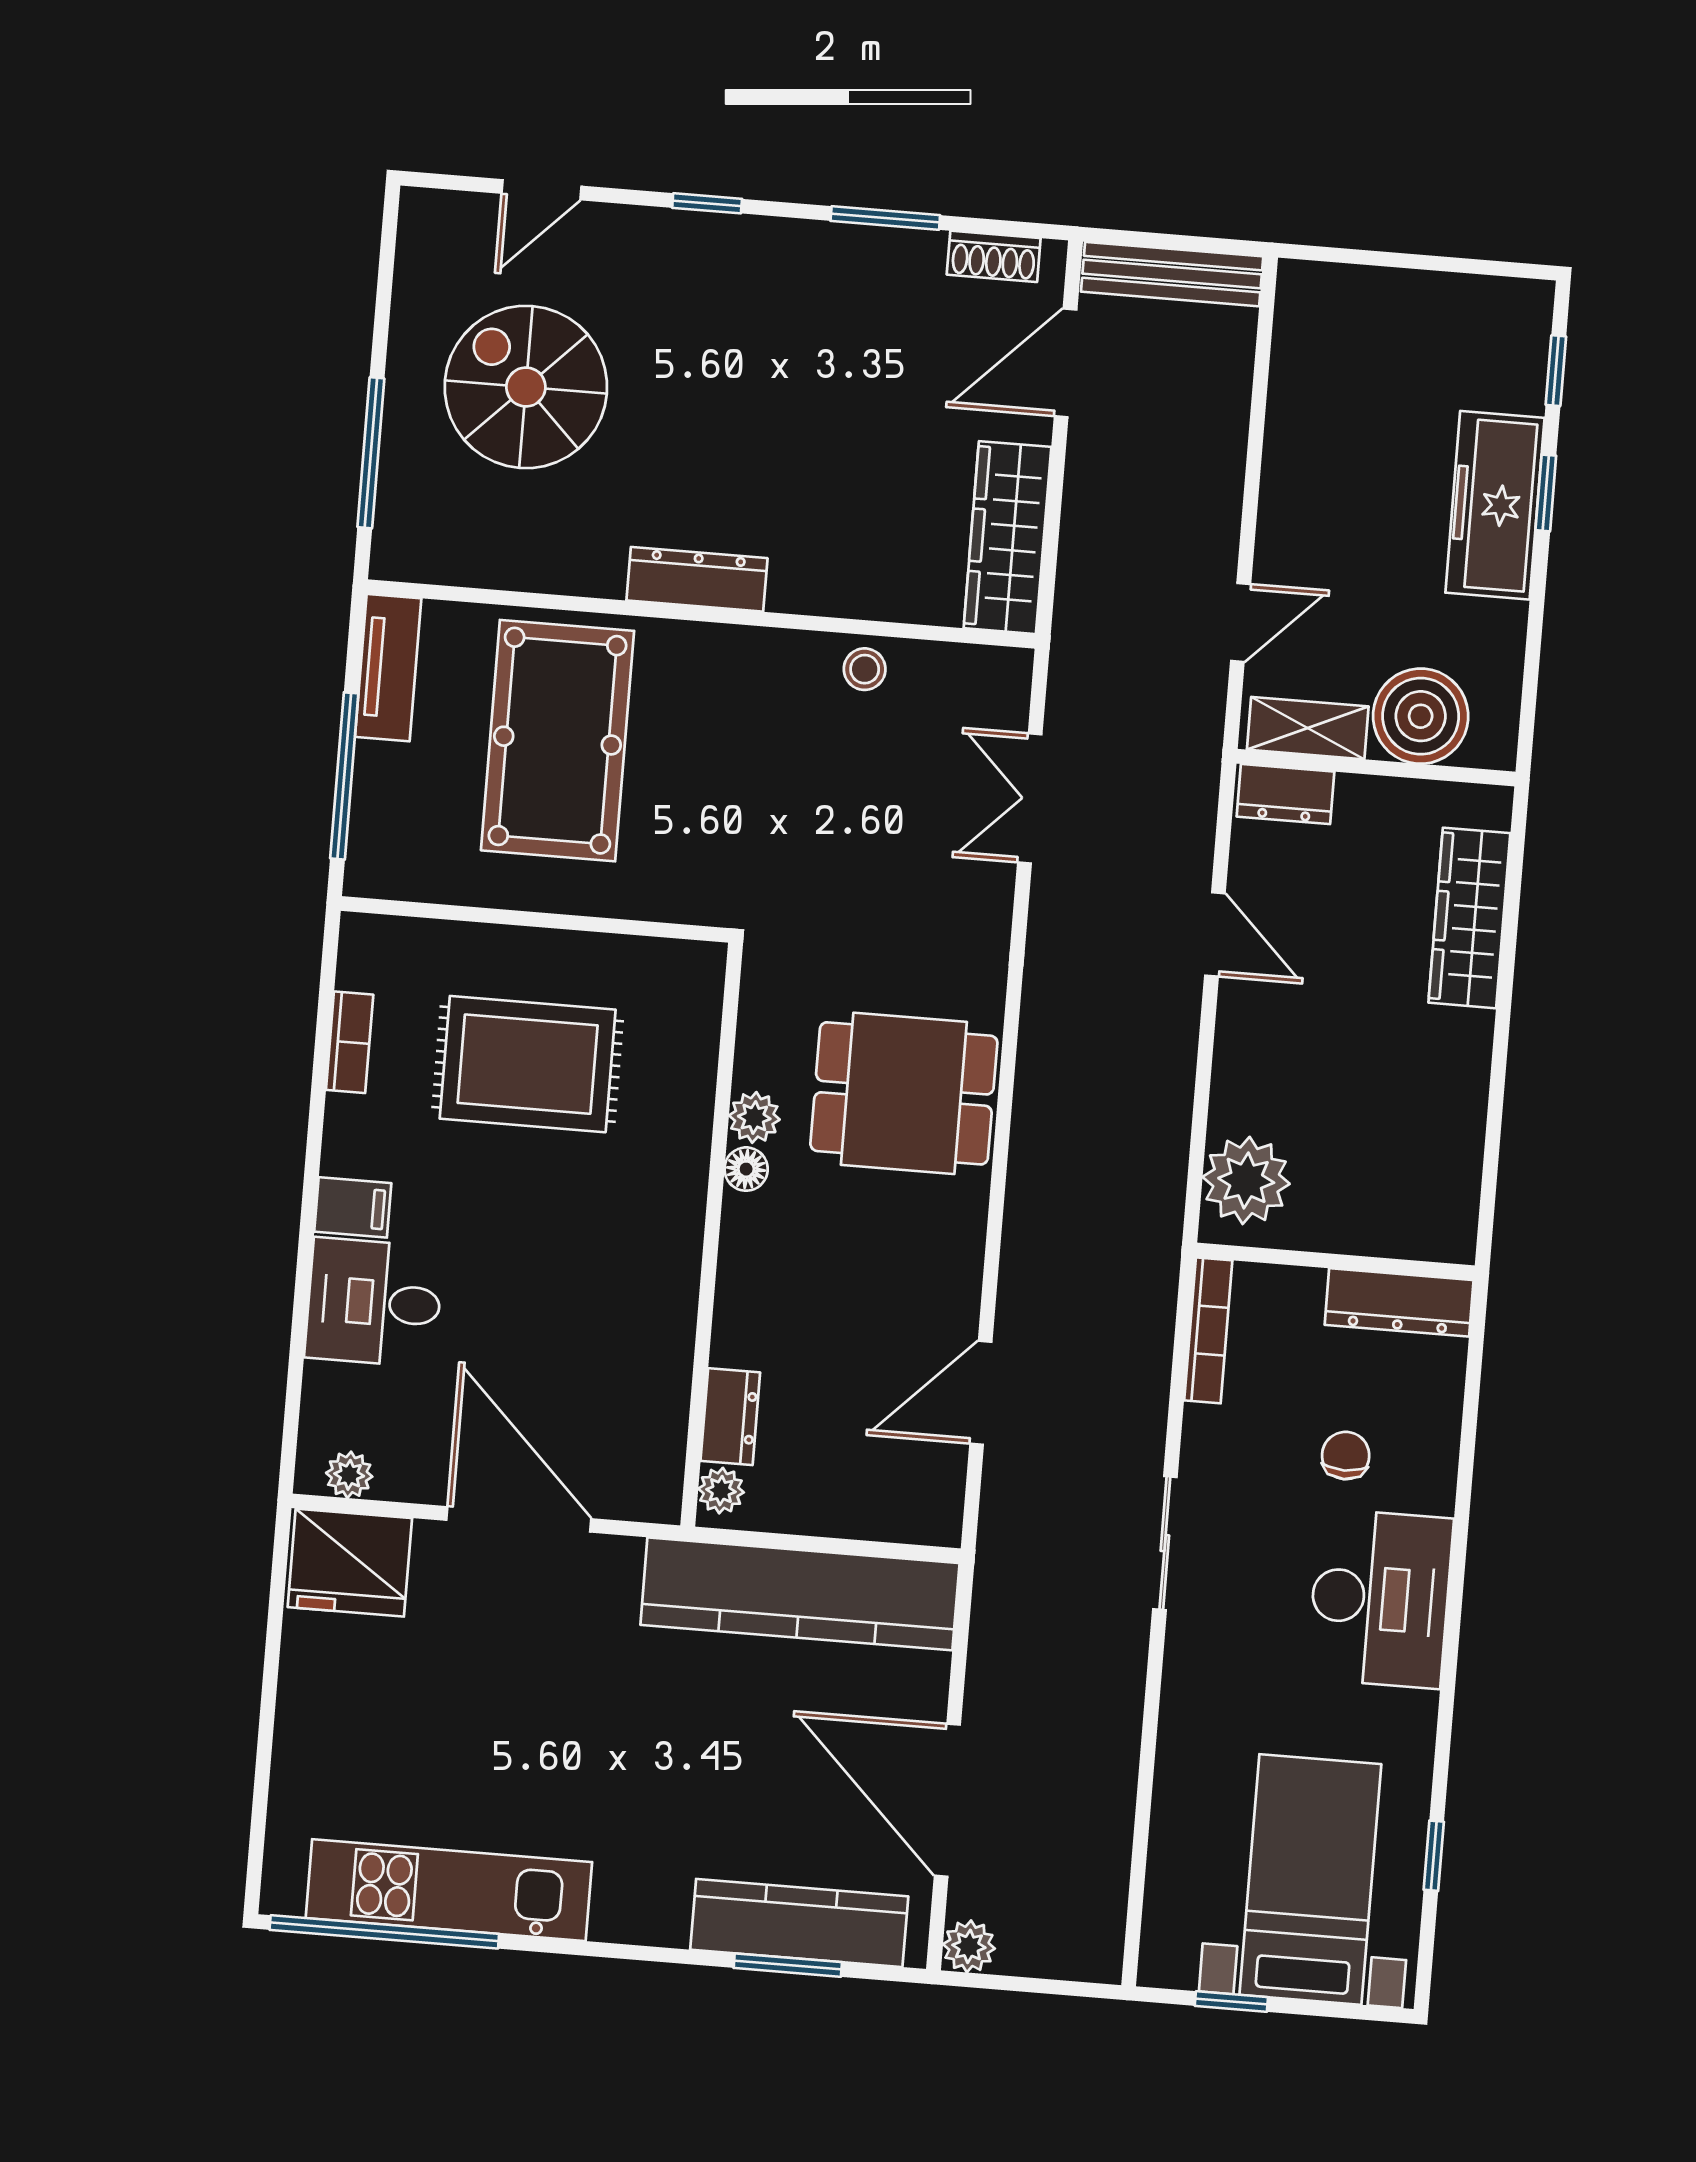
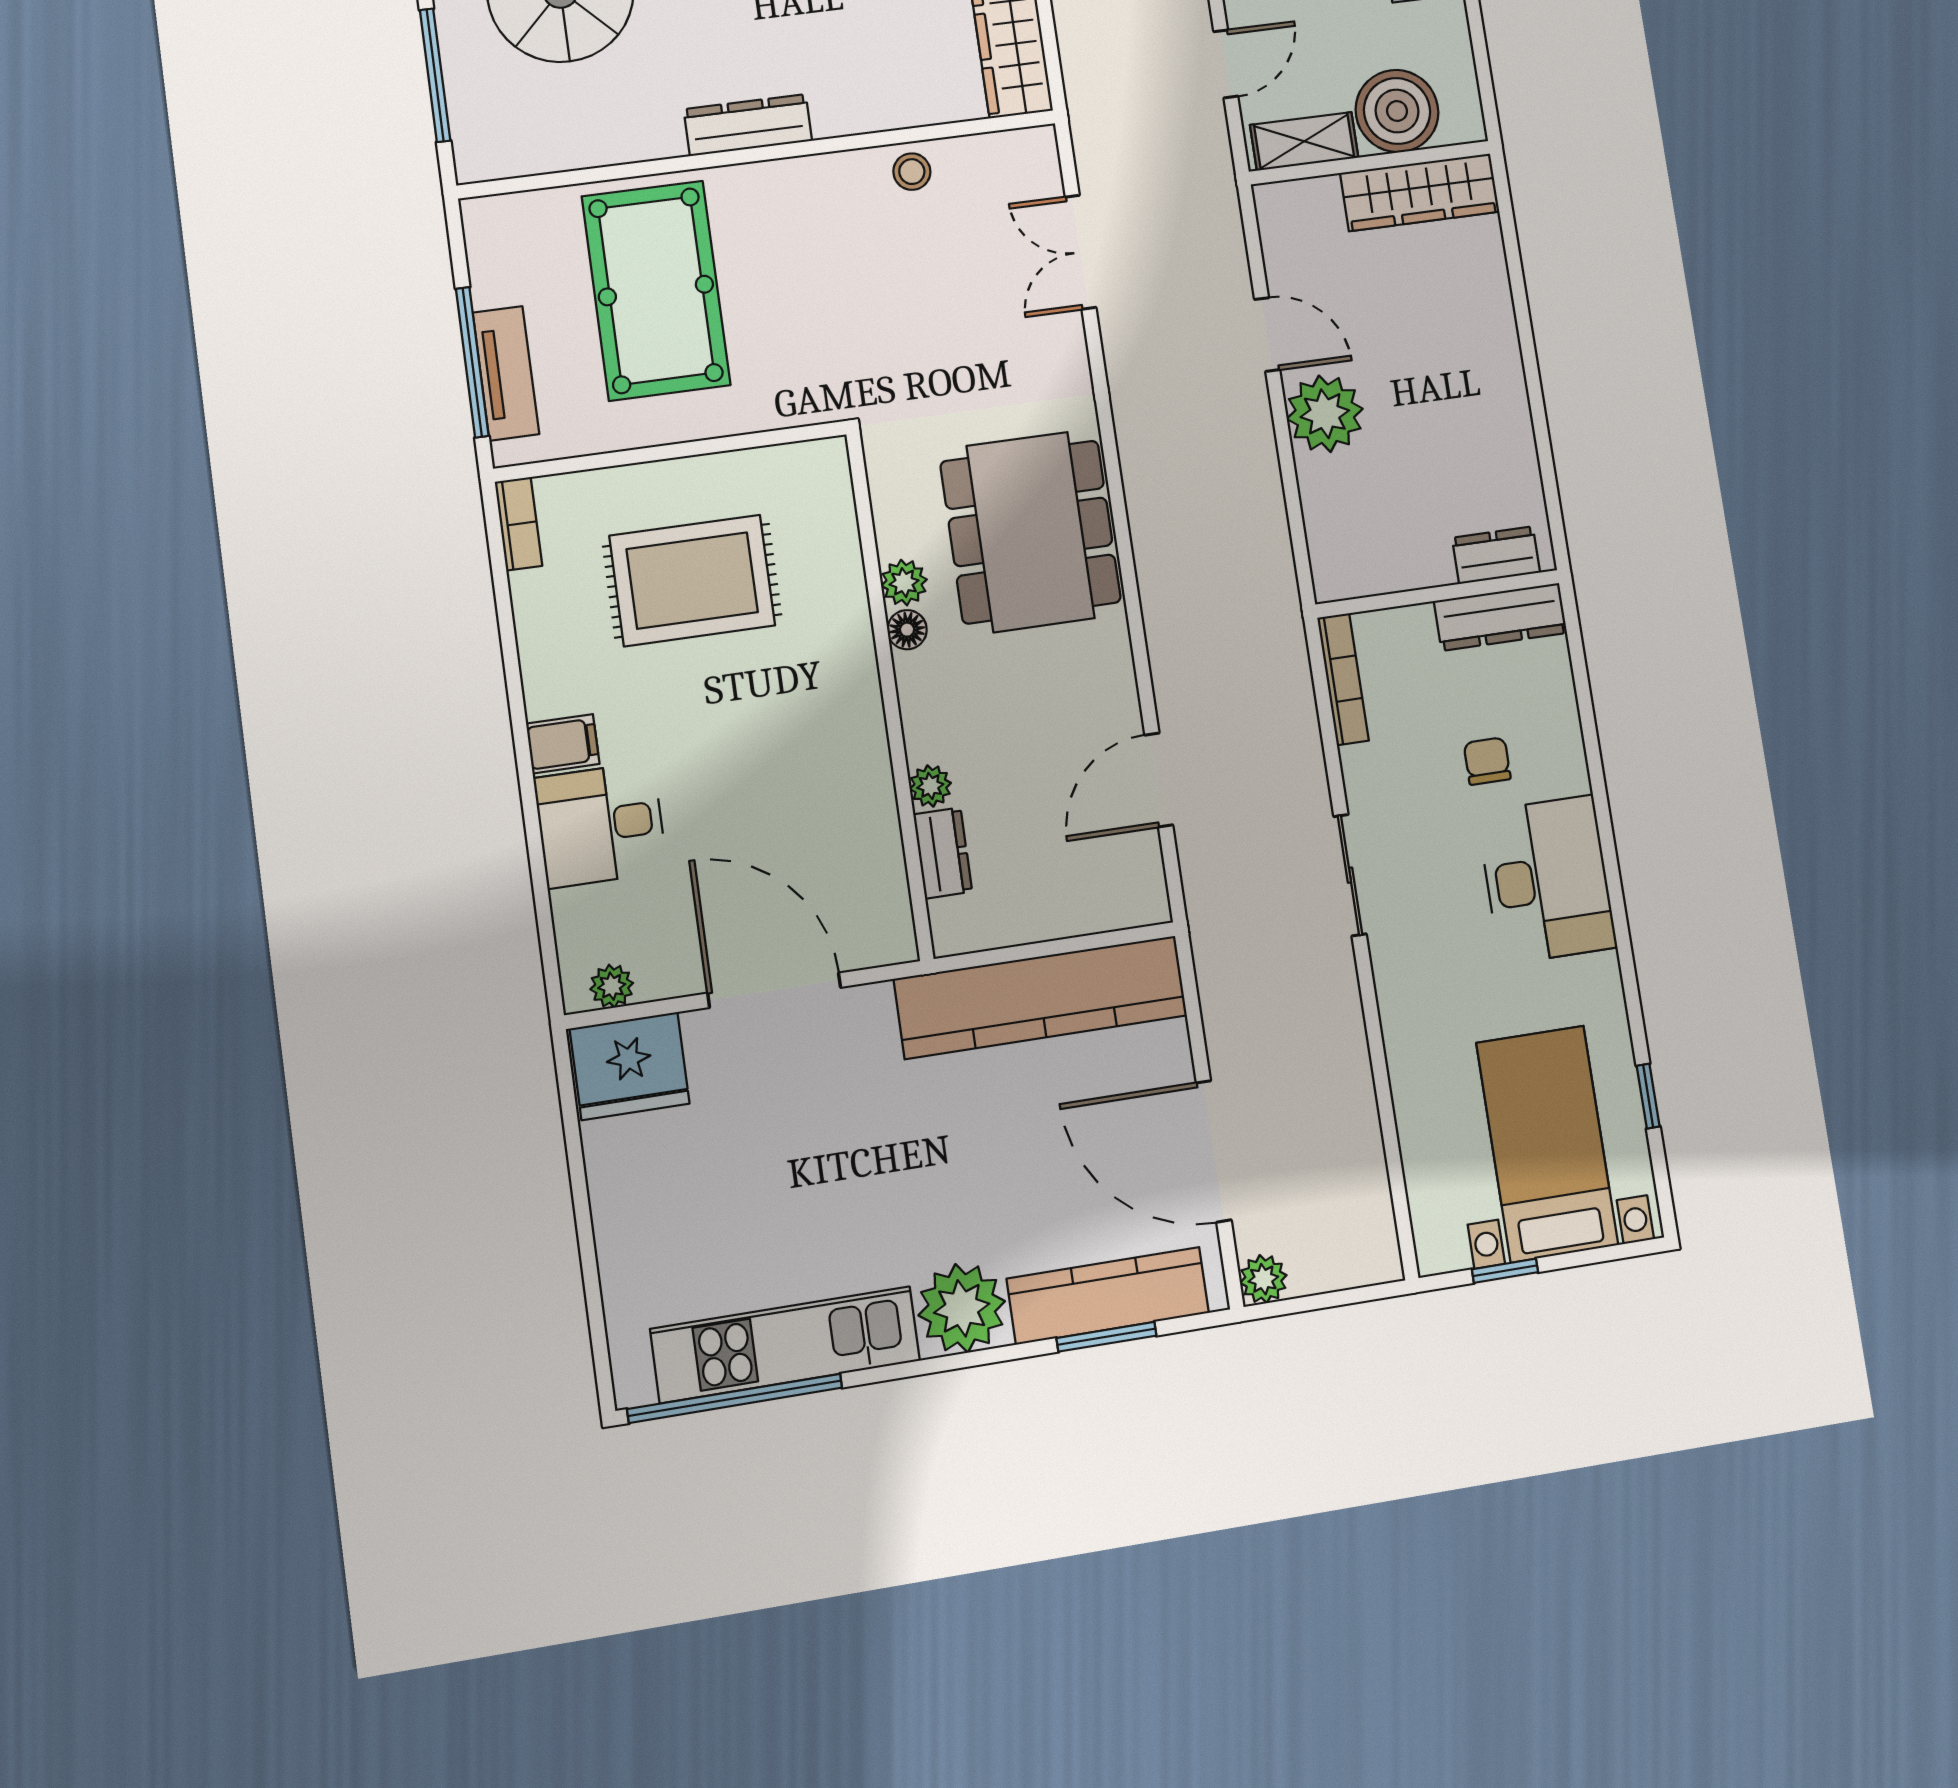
tv unit: (388, 668) -> (506, 373), moved
dresser: (1285, 794) -> (1496, 555), moved, turned 180
wardrobe: (1469, 918) -> (1420, 192), moved, turned -90
bookcase: (350, 1042) -> (518, 524), moved
dining table: (904, 1093) -> (1031, 532), width x1.38
plant: (1246, 1180) -> (1325, 414), moved
plant: (721, 1491) -> (930, 786), moved
plant: (642, 1898) -> (962, 1308), added

